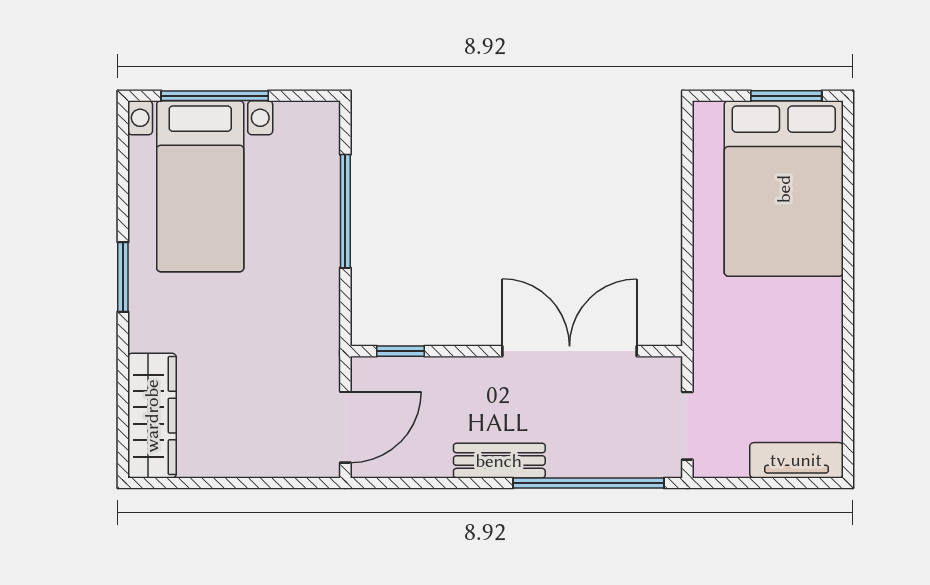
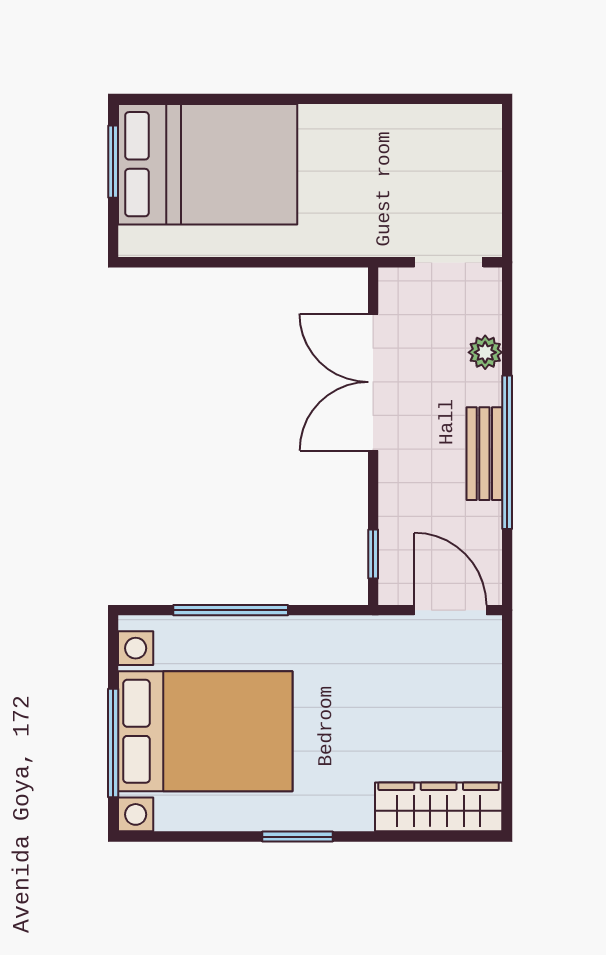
bed with nightstands: (200, 186) -> (205, 731), width x1.36
tv unit: (796, 460) -> (484, 151), removed
plant: (599, 461) -> (485, 352), added
window: (589, 483) -> (507, 452), moved

